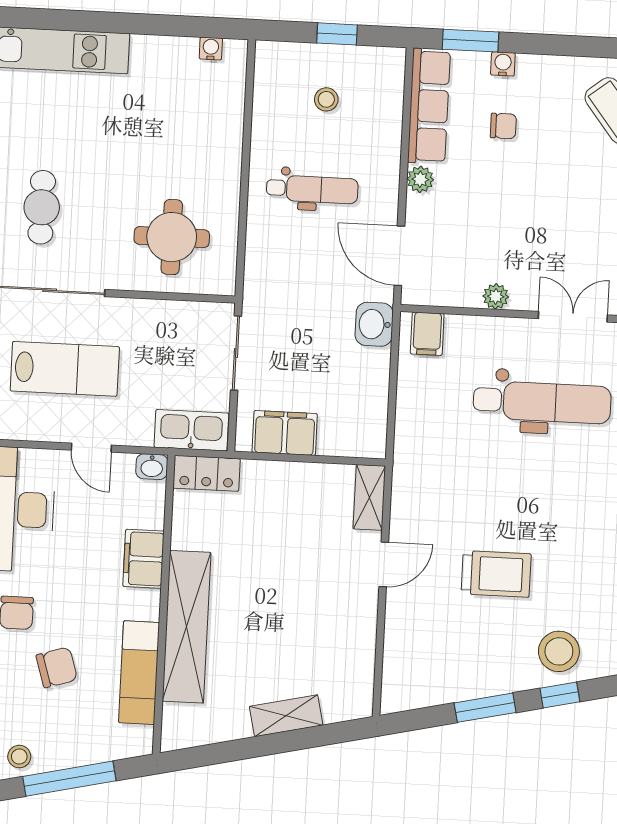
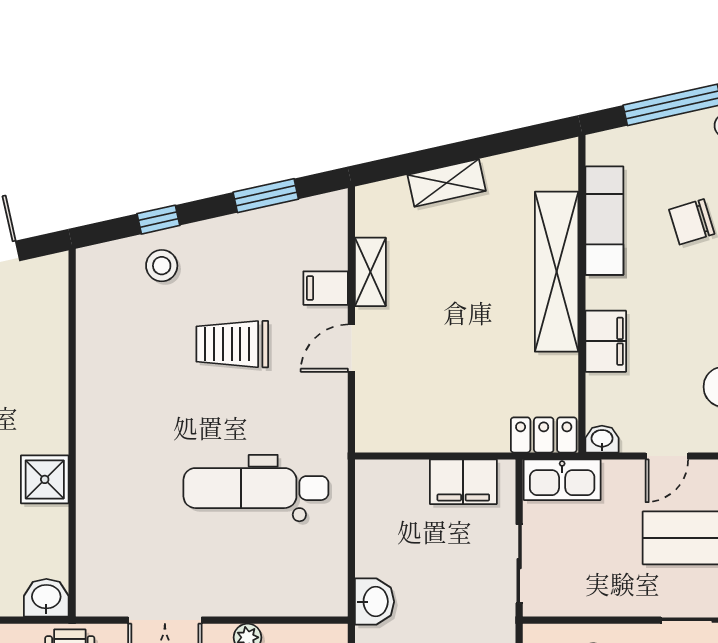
filing cabinet: (427, 334) -> (326, 288), moved, turned -90
dental chair: (542, 402) -> (256, 488), moved
door: (91, 448) -> (667, 456), swing flipped
shelving: (369, 497) -> (370, 272), moved
stool: (559, 651) -> (162, 266), width x0.73, depth x0.73
window: (485, 708) -> (266, 196), moved

